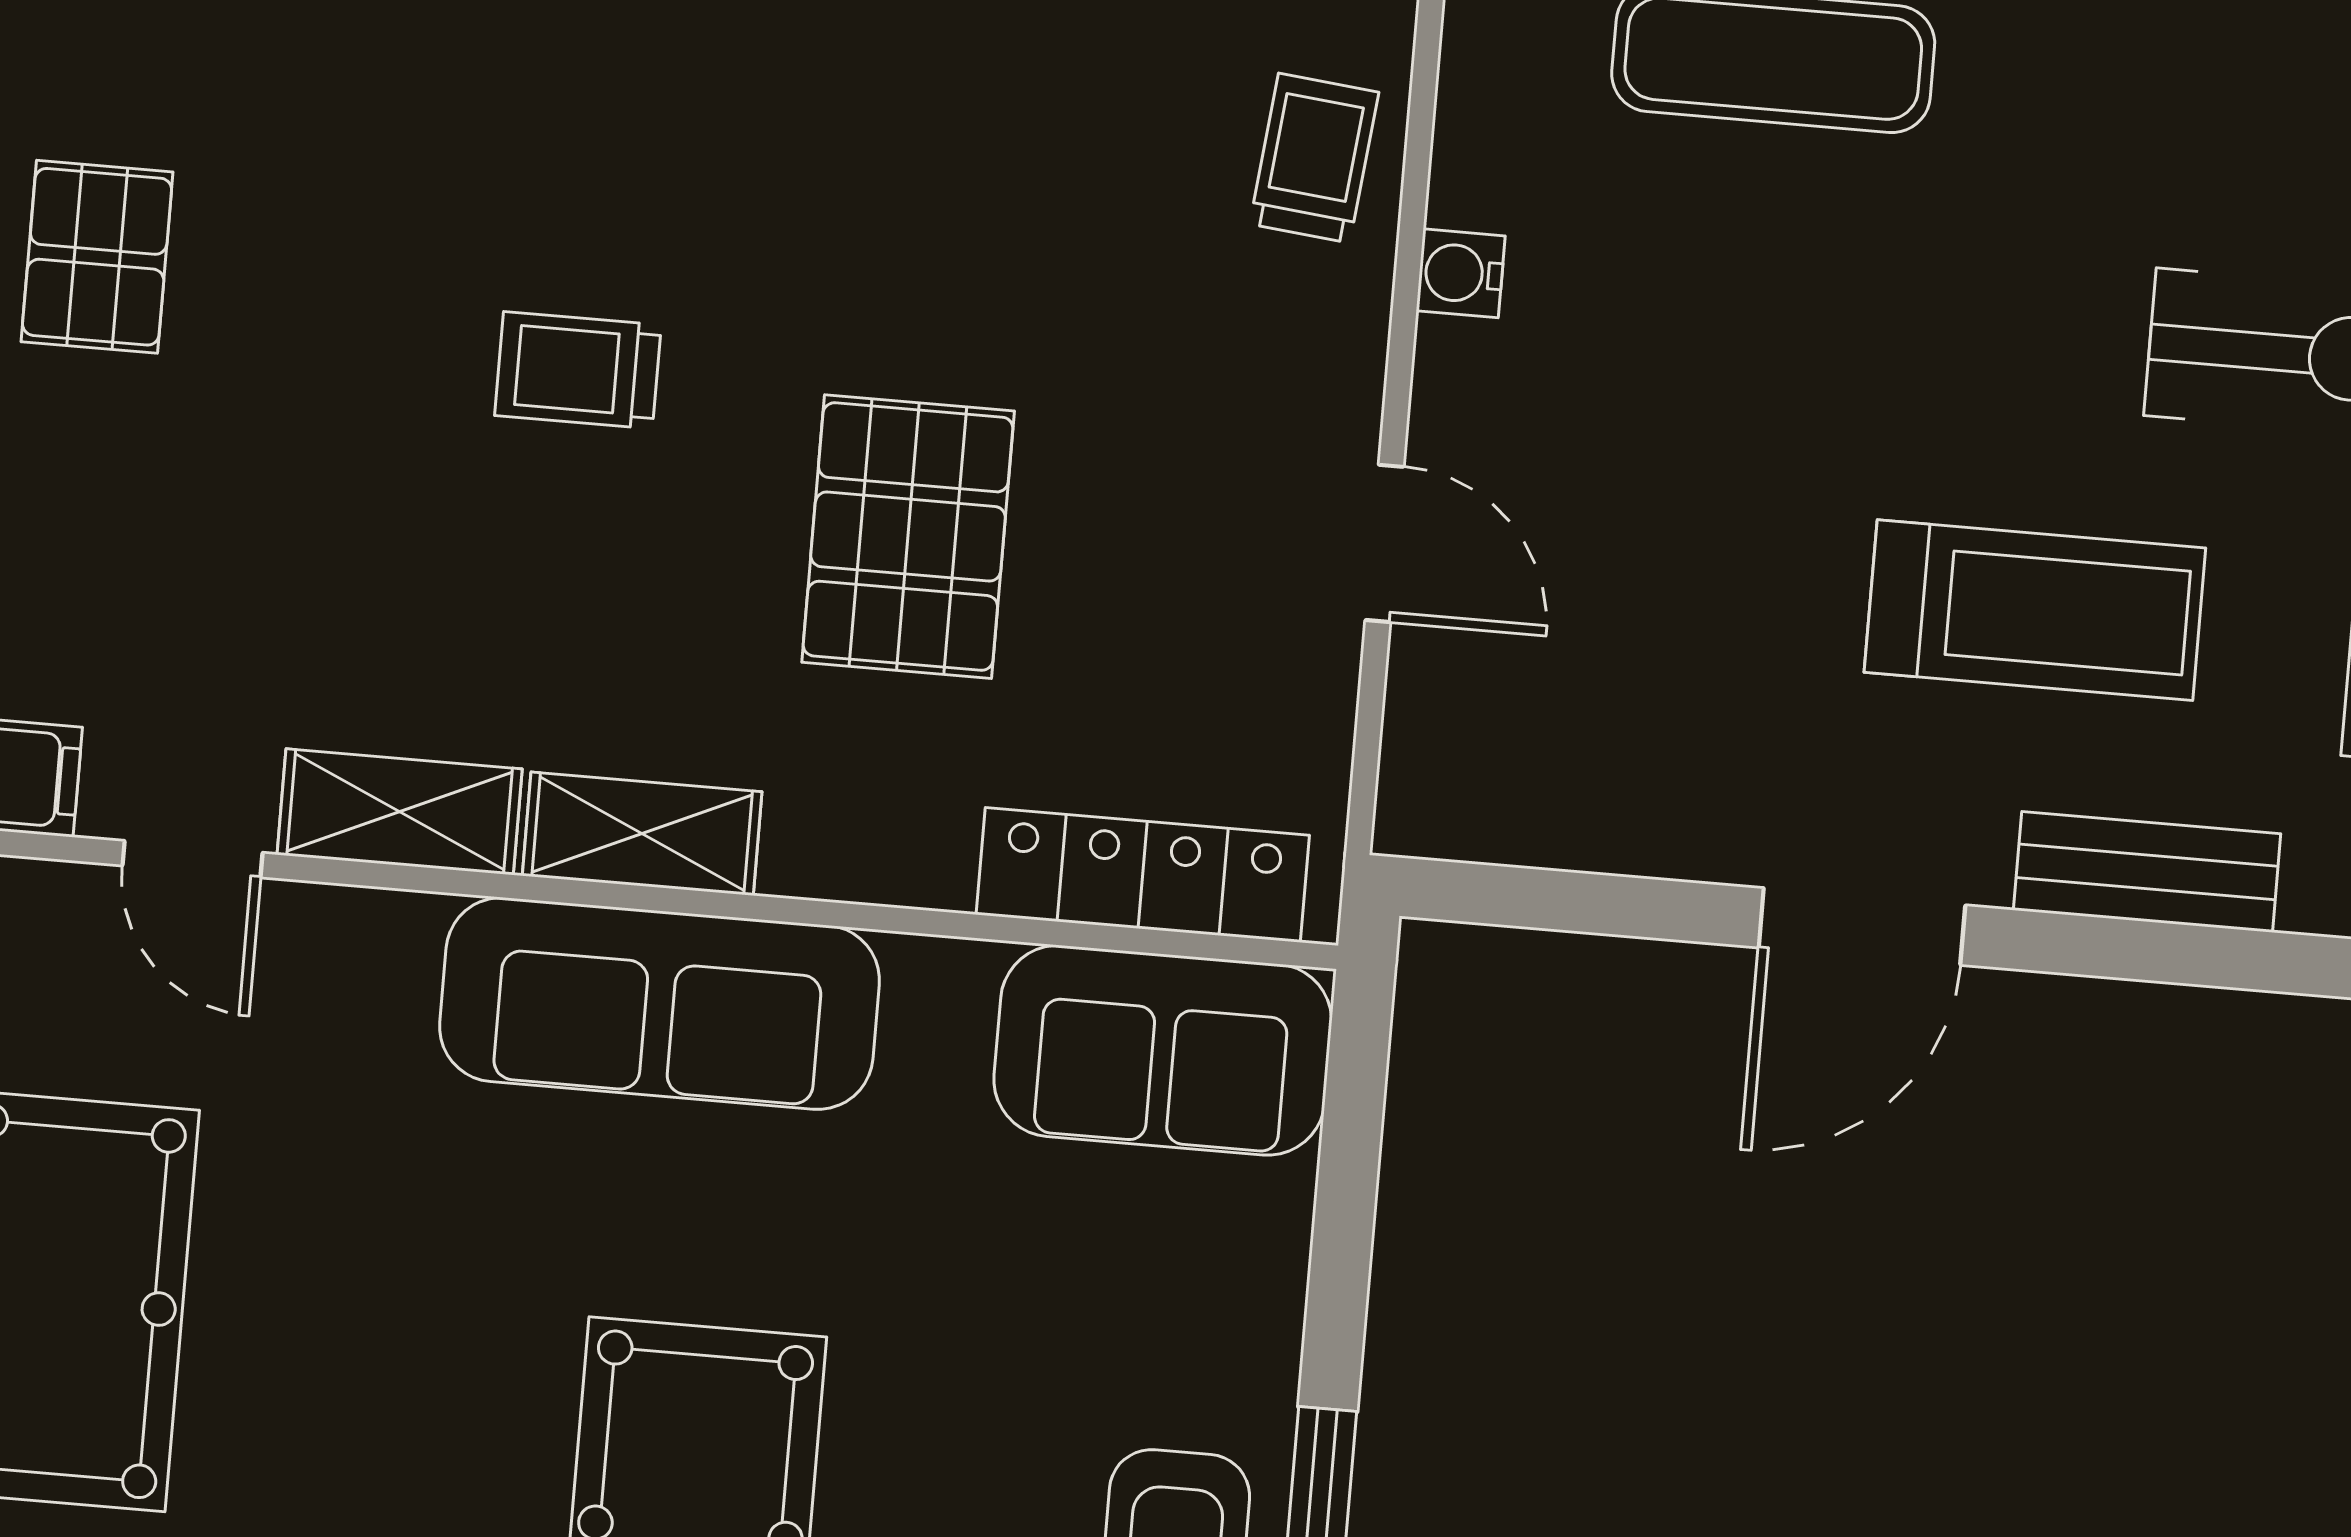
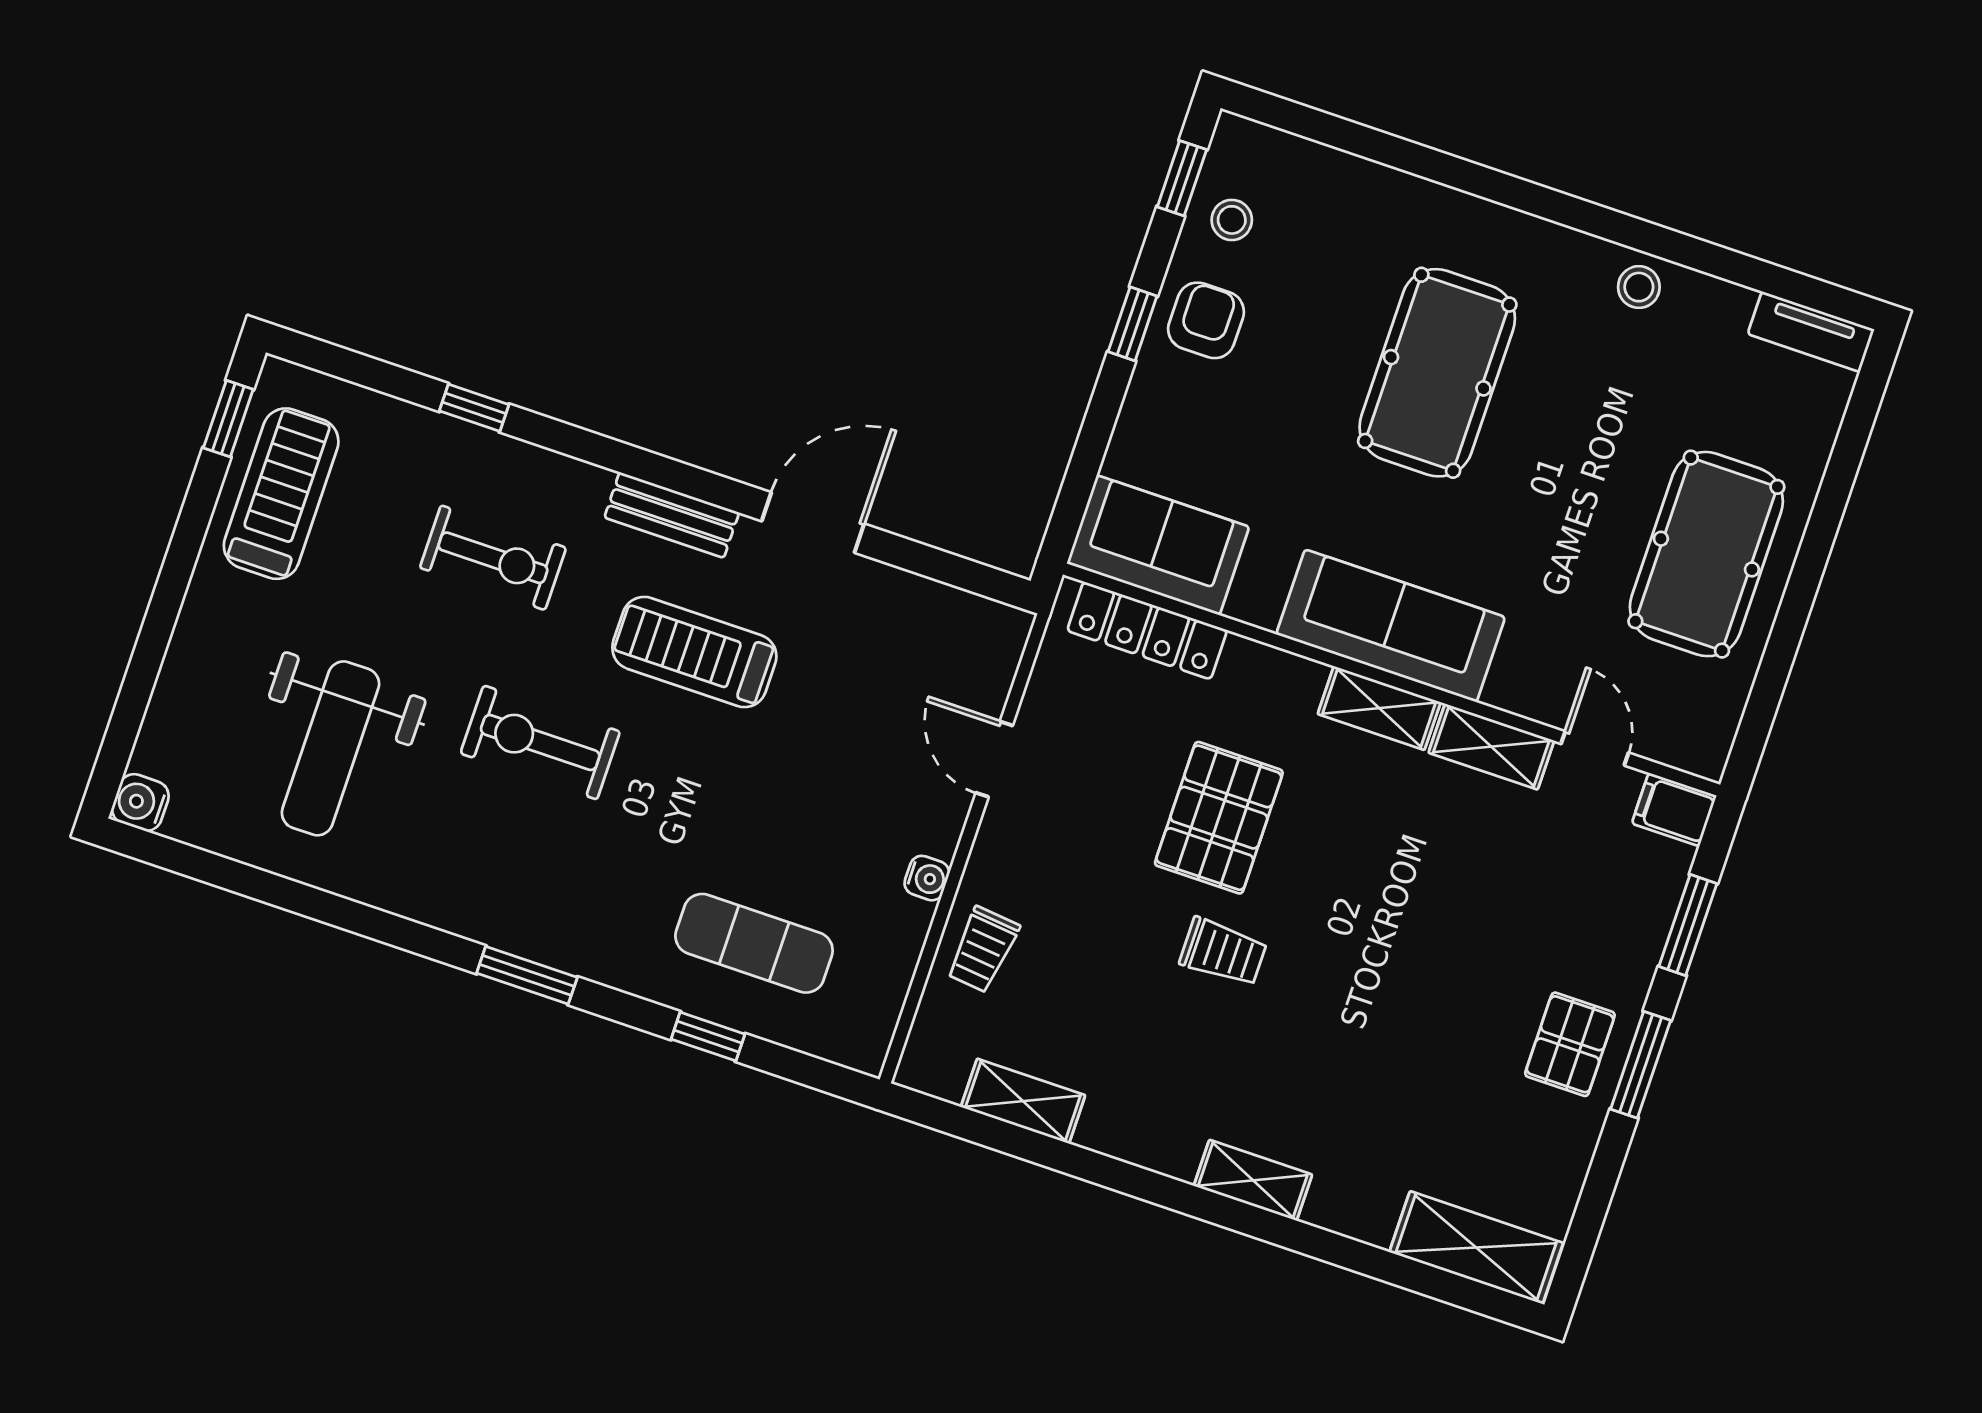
trolley: (578, 370) -> (1223, 952), moved

